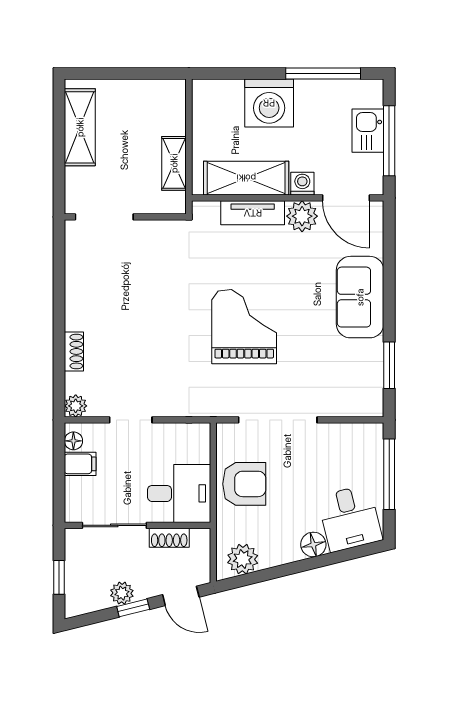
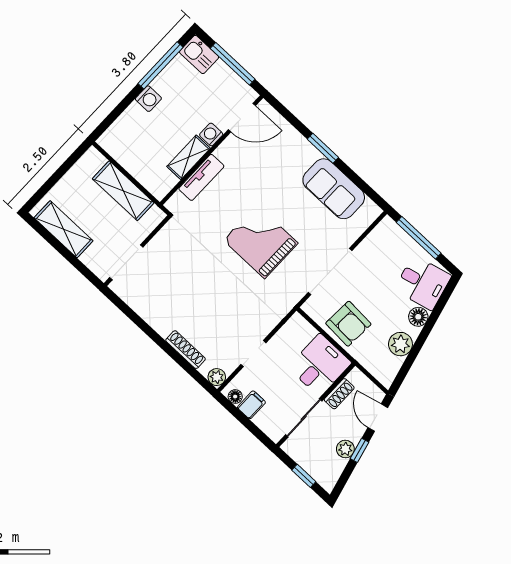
washing machine: (269, 103) -> (148, 99), width x0.53, depth x0.53
kitchen sink: (368, 131) -> (199, 54), moved
shelving: (174, 163) -> (123, 191), width x1.50, depth x1.33
shelving: (246, 178) -> (189, 157), width x0.67, depth x0.75
plant: (302, 216) -> (229, 152), removed
sofa: (360, 297) -> (334, 189), moved
shoe rack: (74, 351) -> (186, 350), width x1.43
window: (389, 365) -> (323, 148), moved
armchair: (244, 484) -> (348, 324), turned 93
plant: (243, 559) -> (400, 344), moved
door: (181, 596) -> (378, 418), swing flipped

